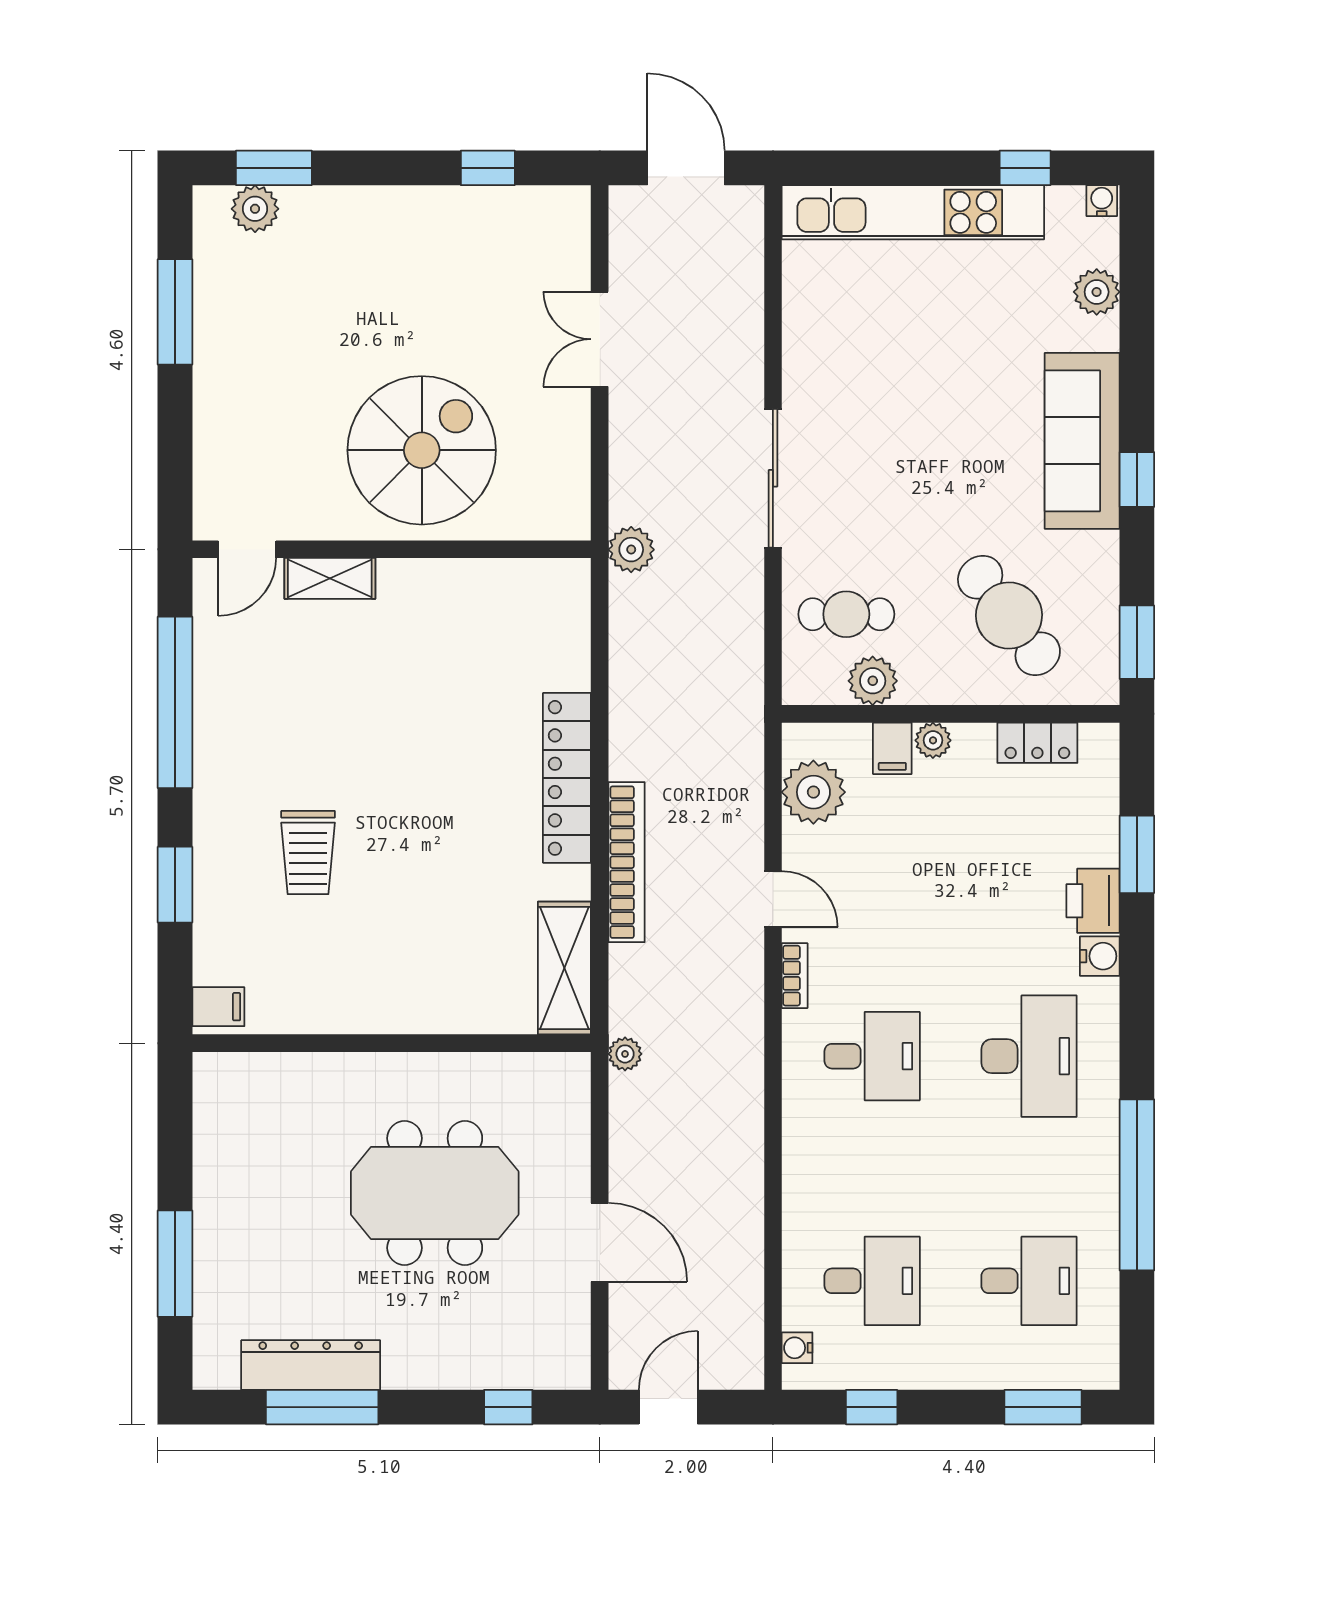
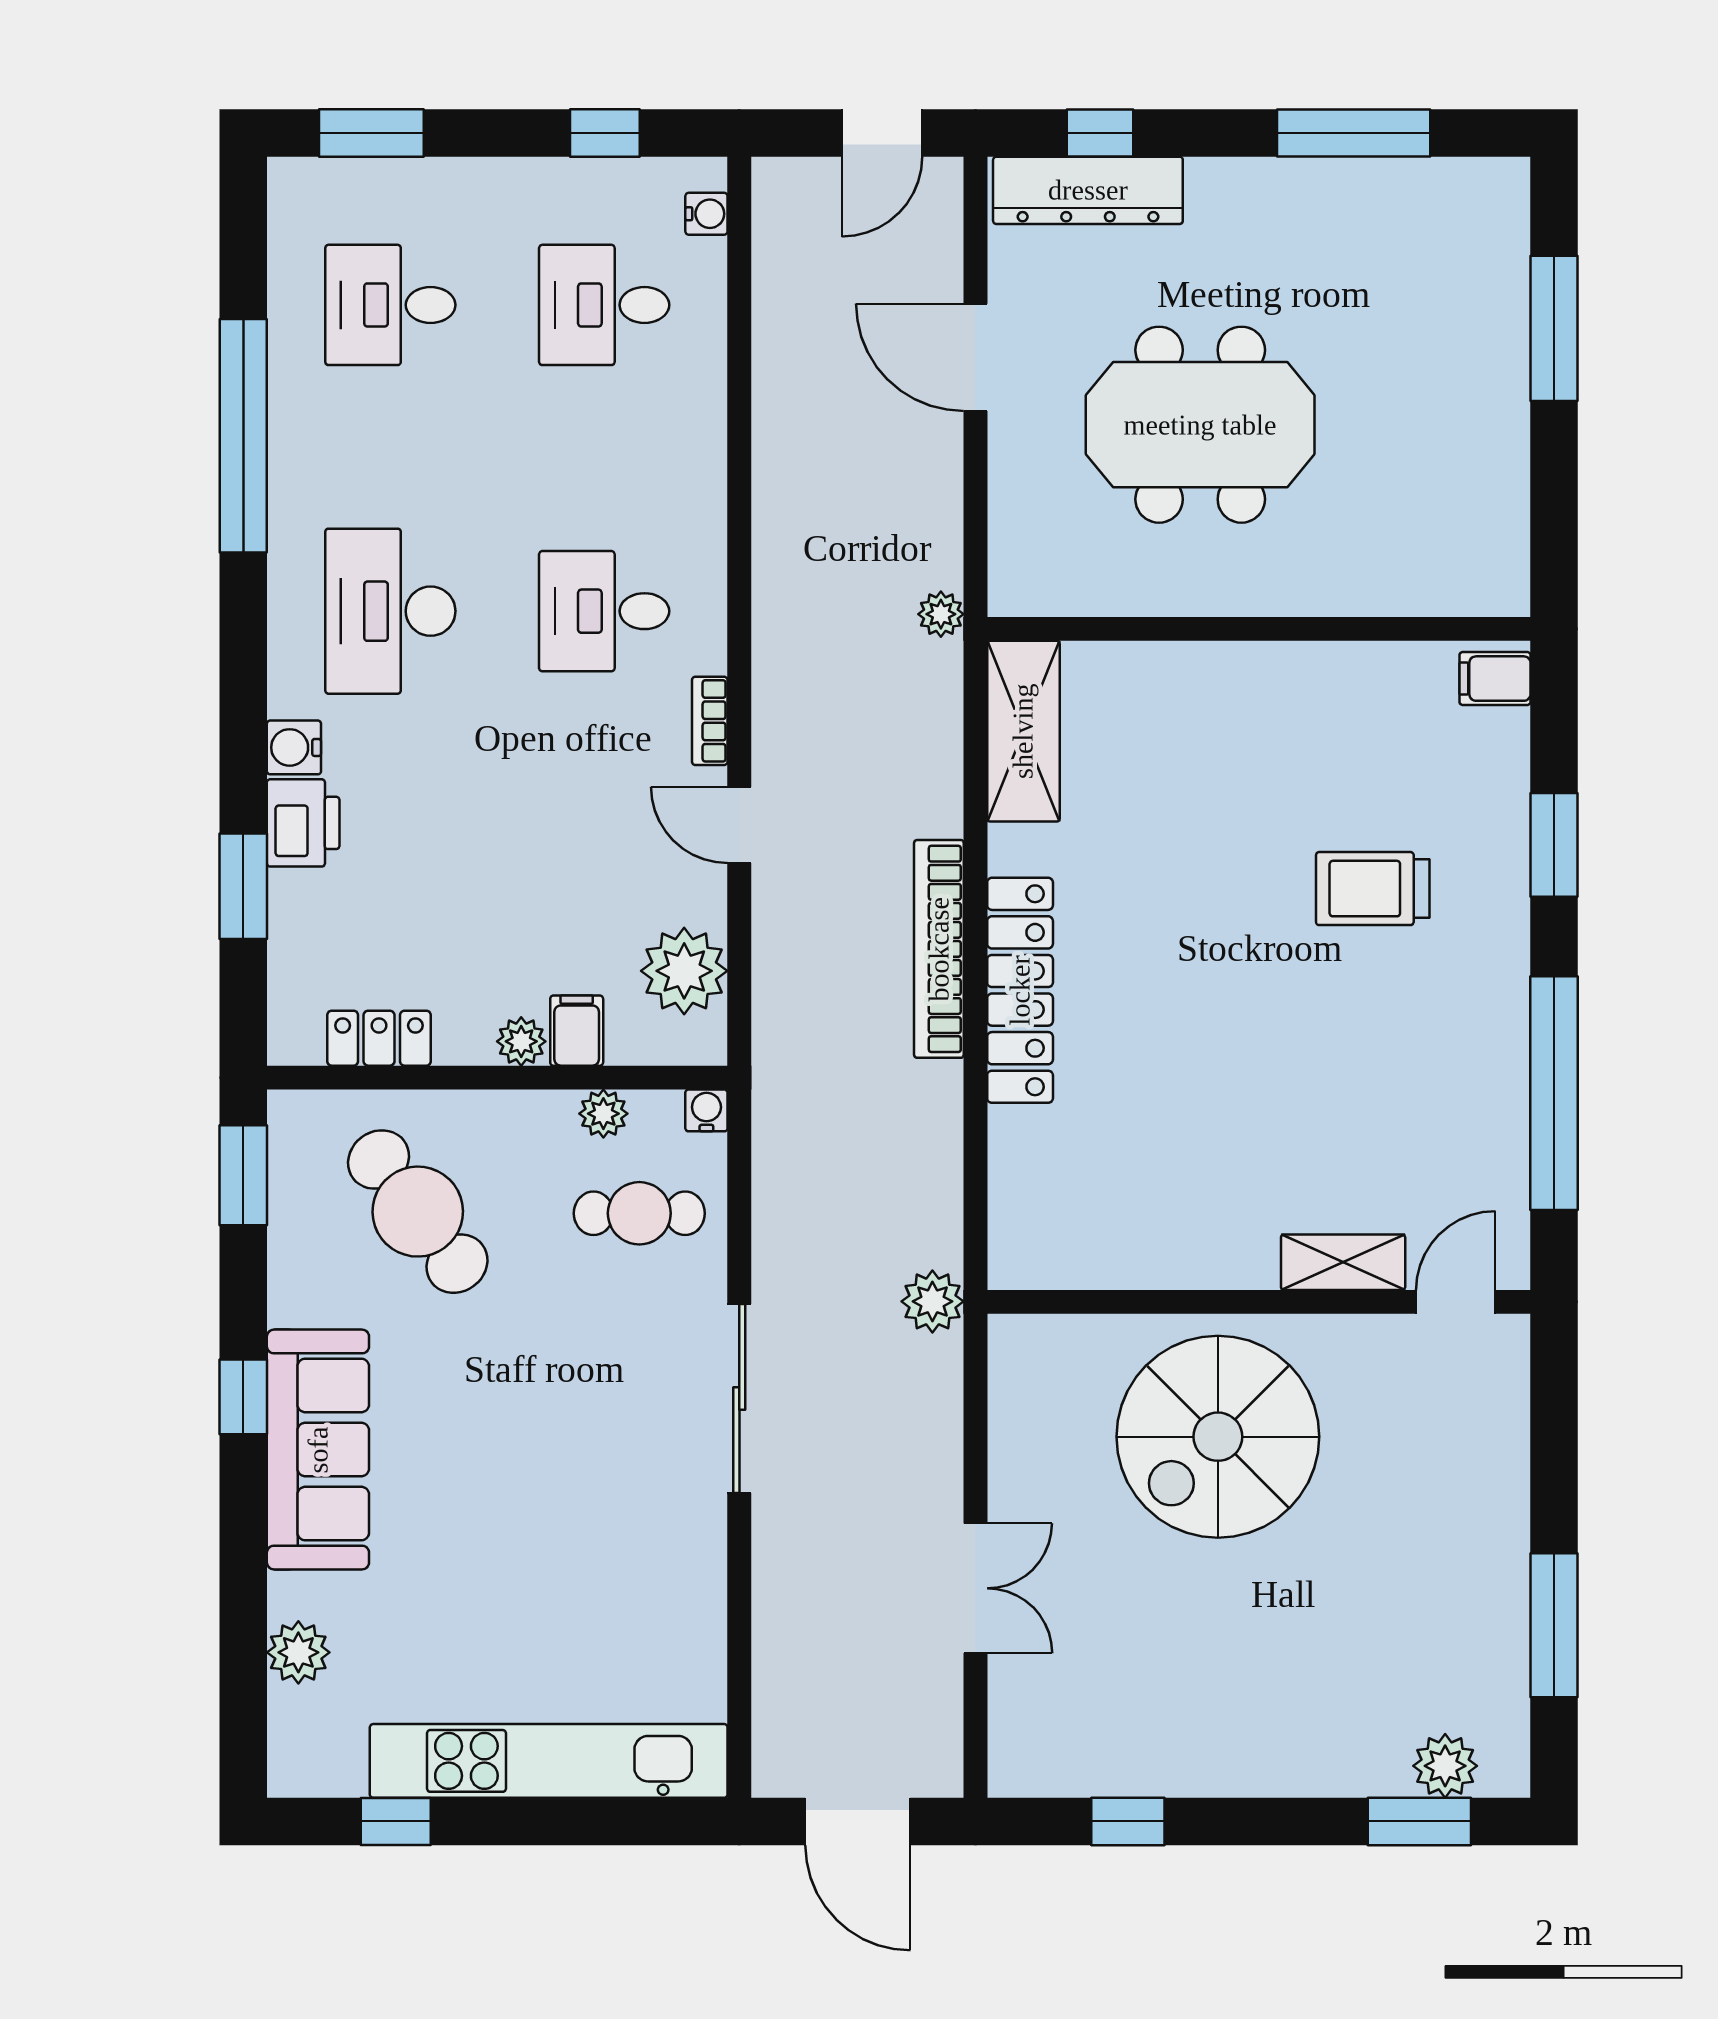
water cooler: (1102, 201) -> (706, 1110), moved, turned 180
plant: (873, 681) -> (603, 1114), width x0.73, depth x0.73
trolley: (308, 853) -> (1373, 889), turned -90
bookcase: (626, 862) -> (939, 949), moved
dresser: (311, 1365) -> (1088, 190), moved

